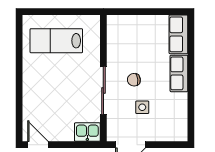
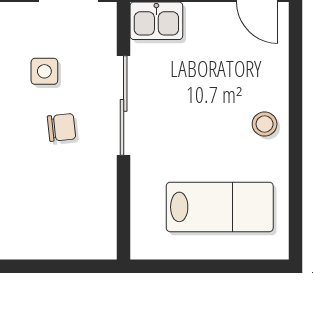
stool: (34, 81) -> (265, 124), added

